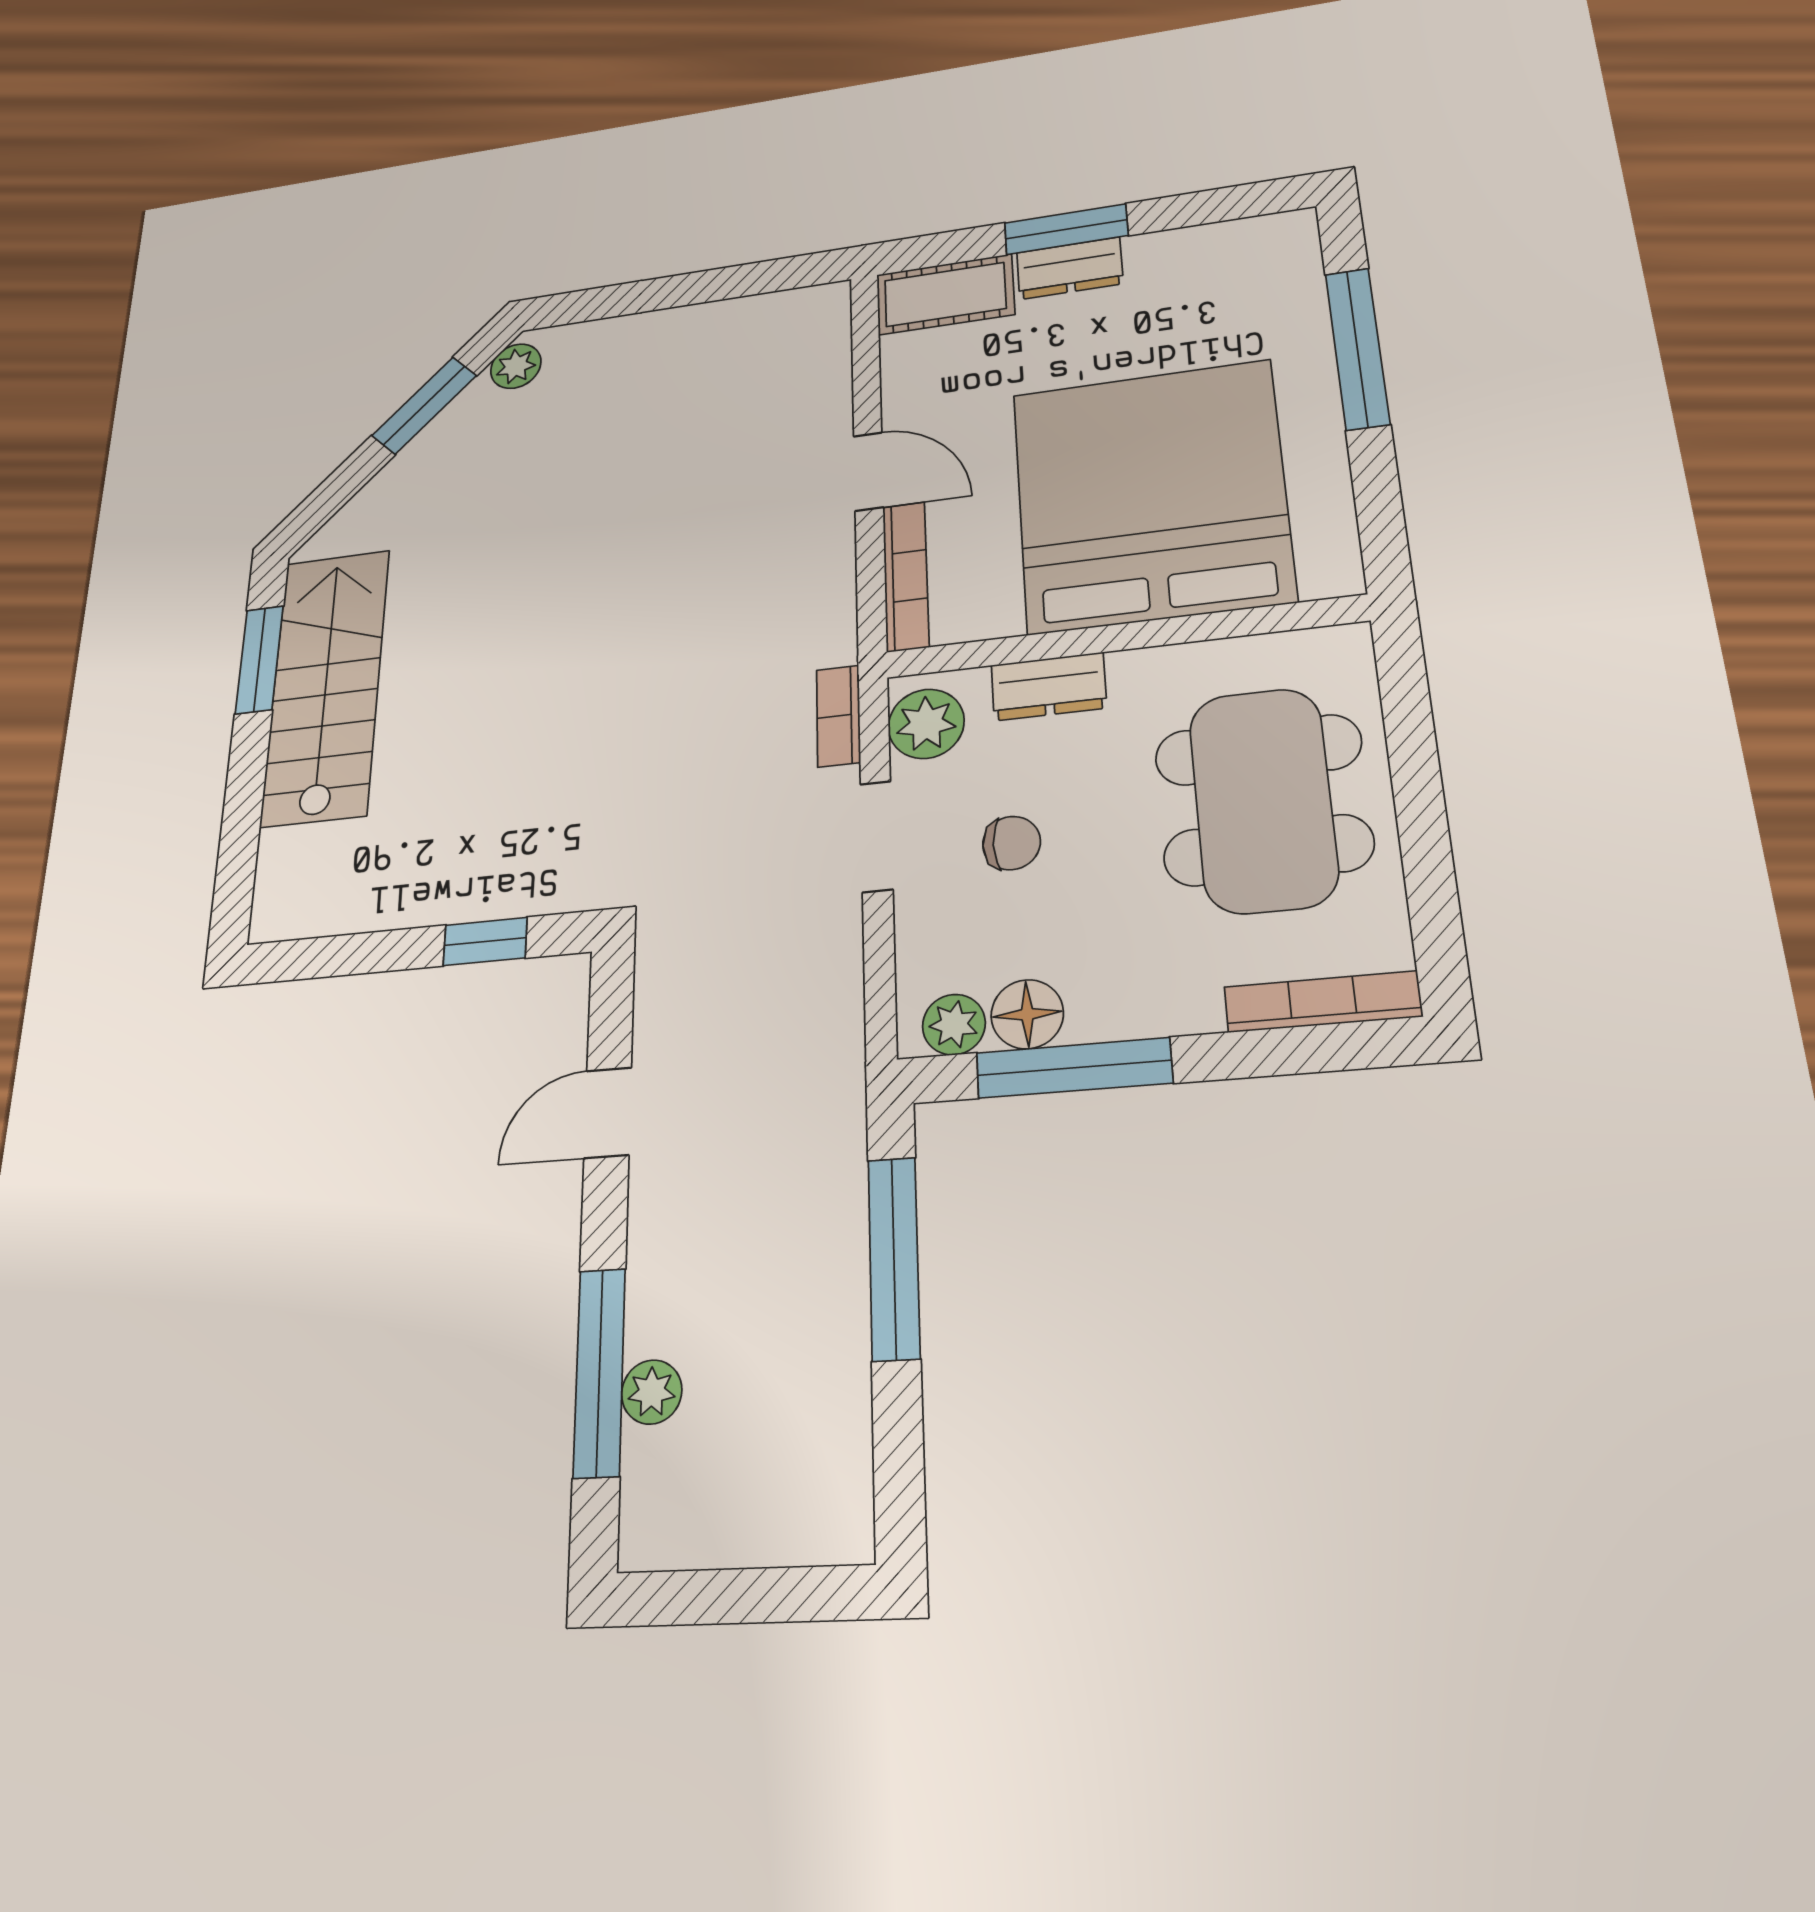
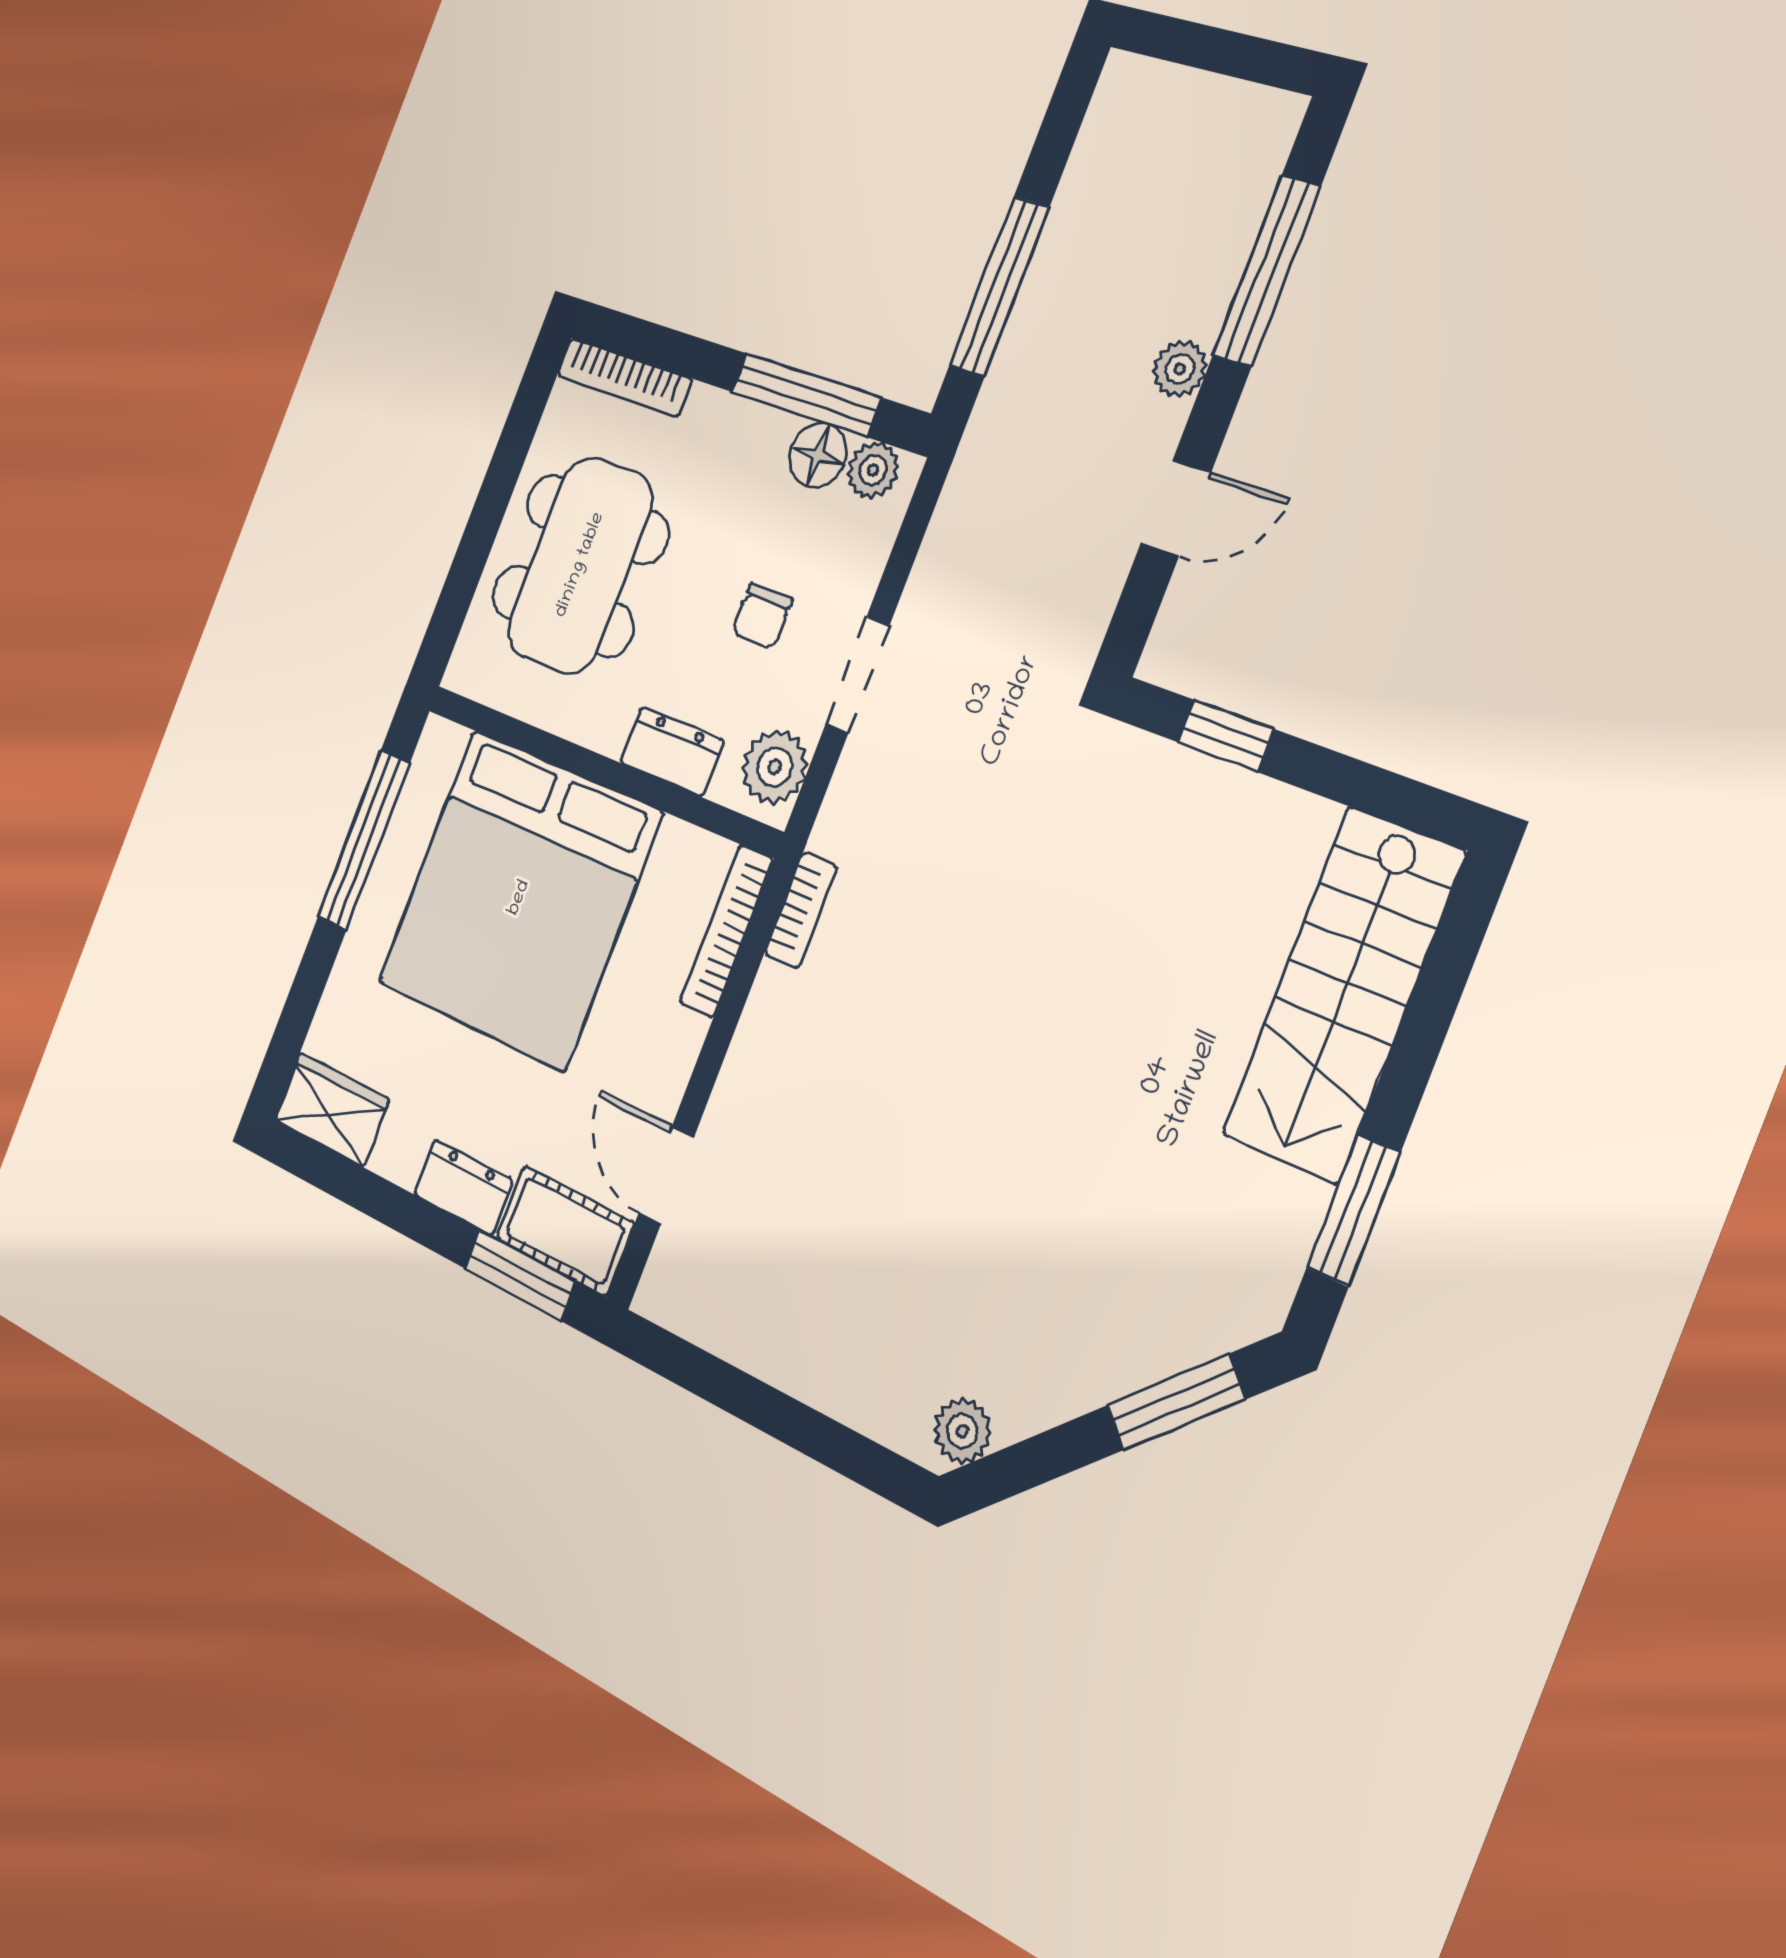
window: (1066, 229) -> (520, 1275), moved
wardrobe: (1255, 245) -> (331, 1109), added
window: (1357, 348) -> (364, 840), moved
window: (424, 406) -> (1176, 1402), moved
door: (868, 472) -> (666, 1175), moved
stairs: (326, 686) -> (1343, 994), moved
bookcase: (838, 716) -> (801, 910), moved
chair: (1011, 843) -> (762, 616), turned -90
plant: (652, 1392) -> (1180, 369), moved

